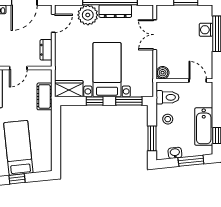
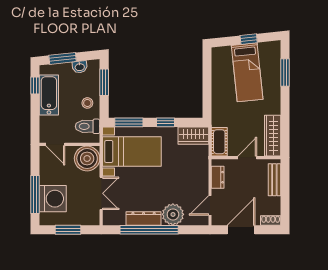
washing machine: (206, 30) -> (53, 199), width x1.89, depth x1.89
bed with nightstands: (107, 70) -> (132, 151), moved, turned -90
boiler: (163, 73) -> (87, 158), width x1.86, depth x1.86
cot: (44, 96) -> (219, 142), moved

